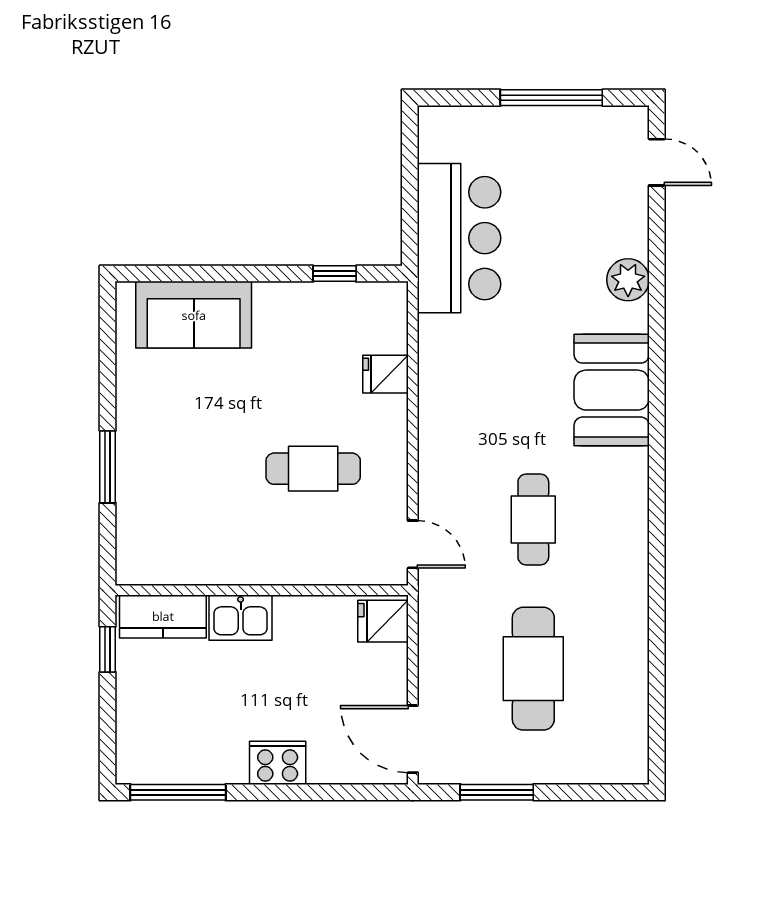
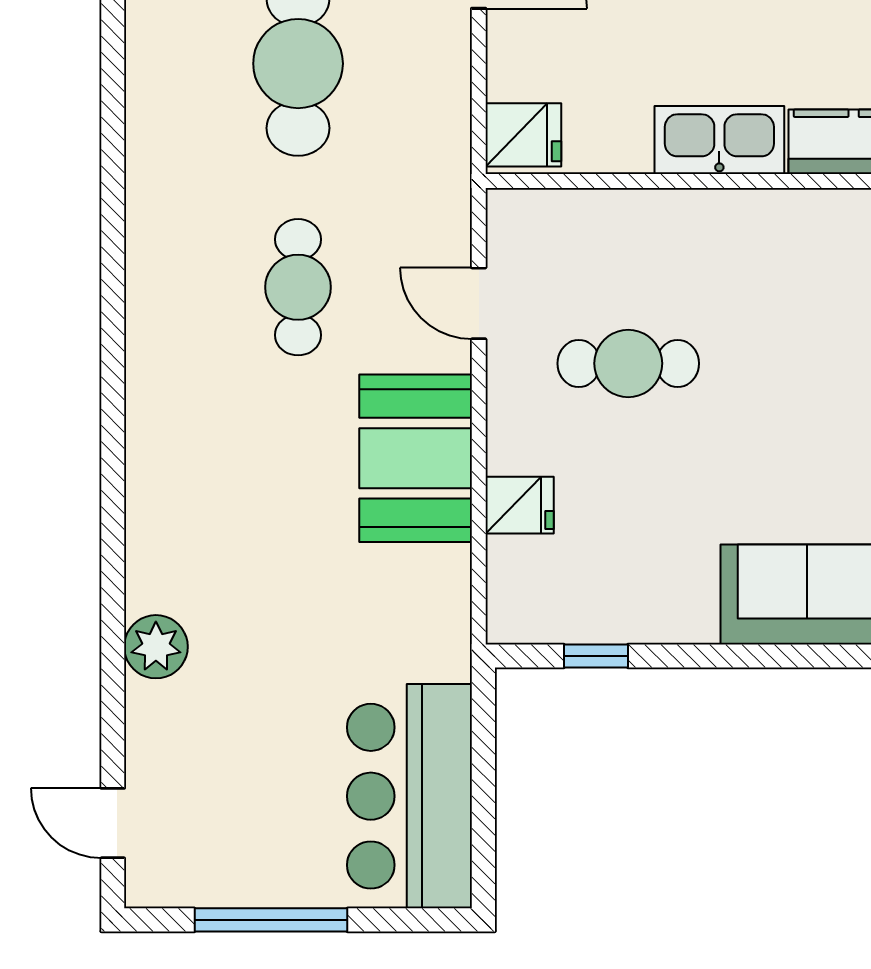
bar counter: (459, 238) -> (409, 796), moved
booth: (612, 390) -> (416, 458), moved
door: (413, 544) -> (479, 303), moved
kitchen sink: (241, 618) -> (719, 140), width x1.38

